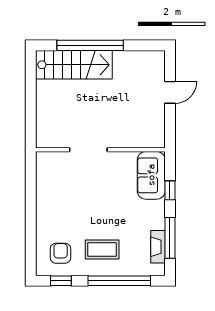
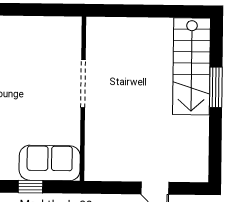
window: (90, 45) -> (216, 87), width x0.47

